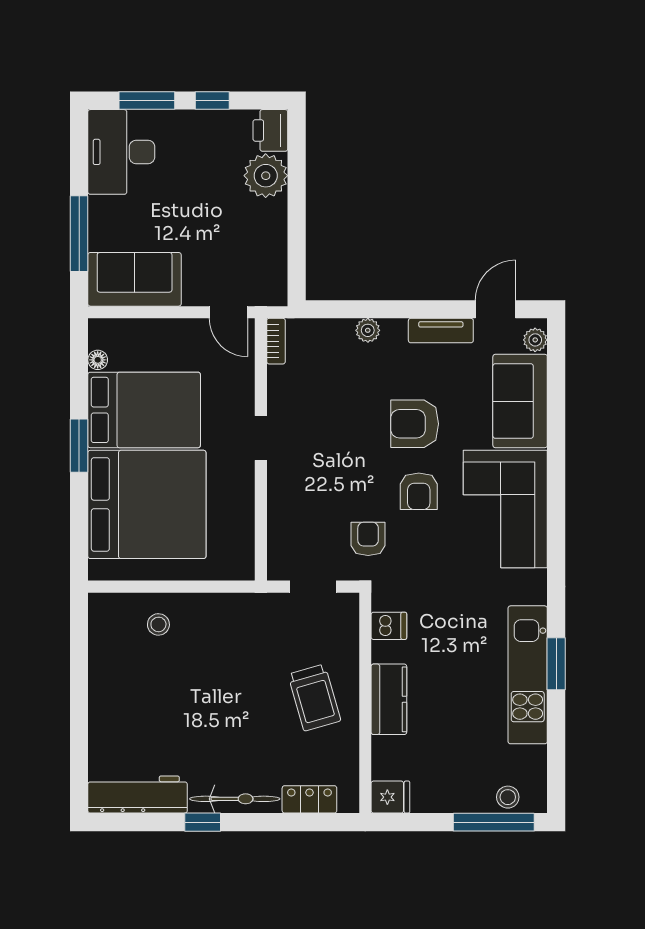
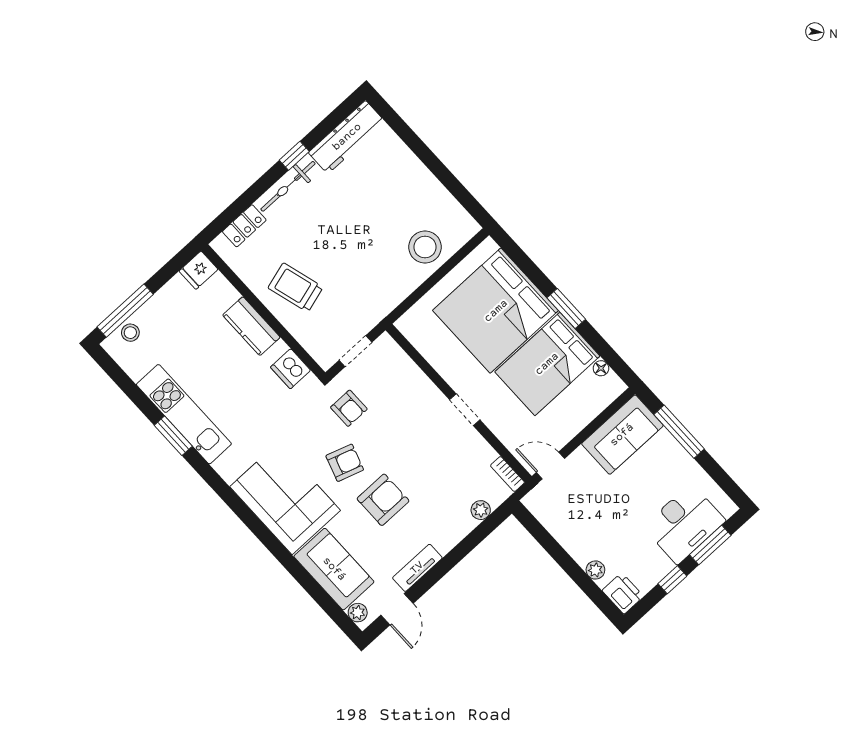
desk: (121, 152) -> (684, 524), moved, turned 90
plant: (266, 176) -> (595, 570), width x0.53, depth x0.53
plant: (368, 330) -> (481, 510), moved
armchair: (419, 491) -> (345, 463), turned 108
stool: (158, 624) -> (425, 247), width x1.89, depth x1.89
dishwasher: (389, 626) -> (290, 369), width x1.38

